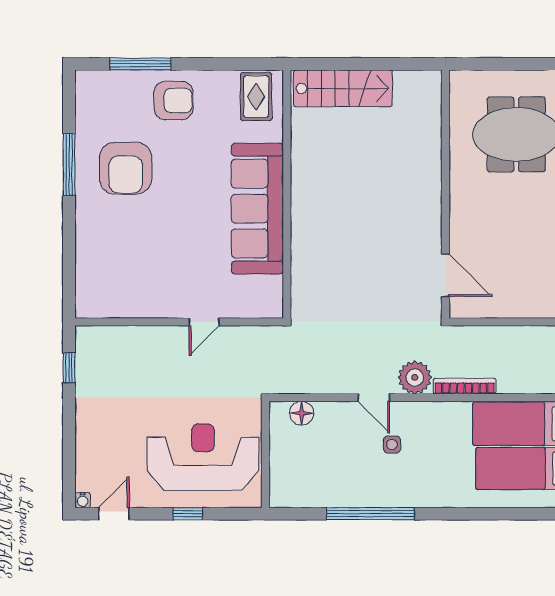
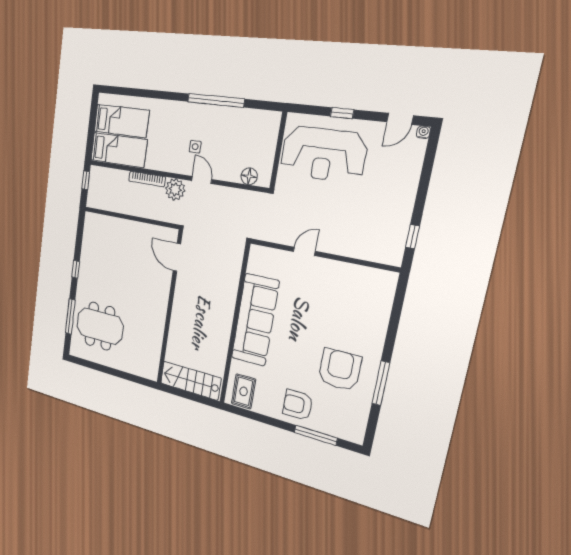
wall: (445, 194) -> (170, 308), moved
door: (445, 275) -> (177, 257), moved

